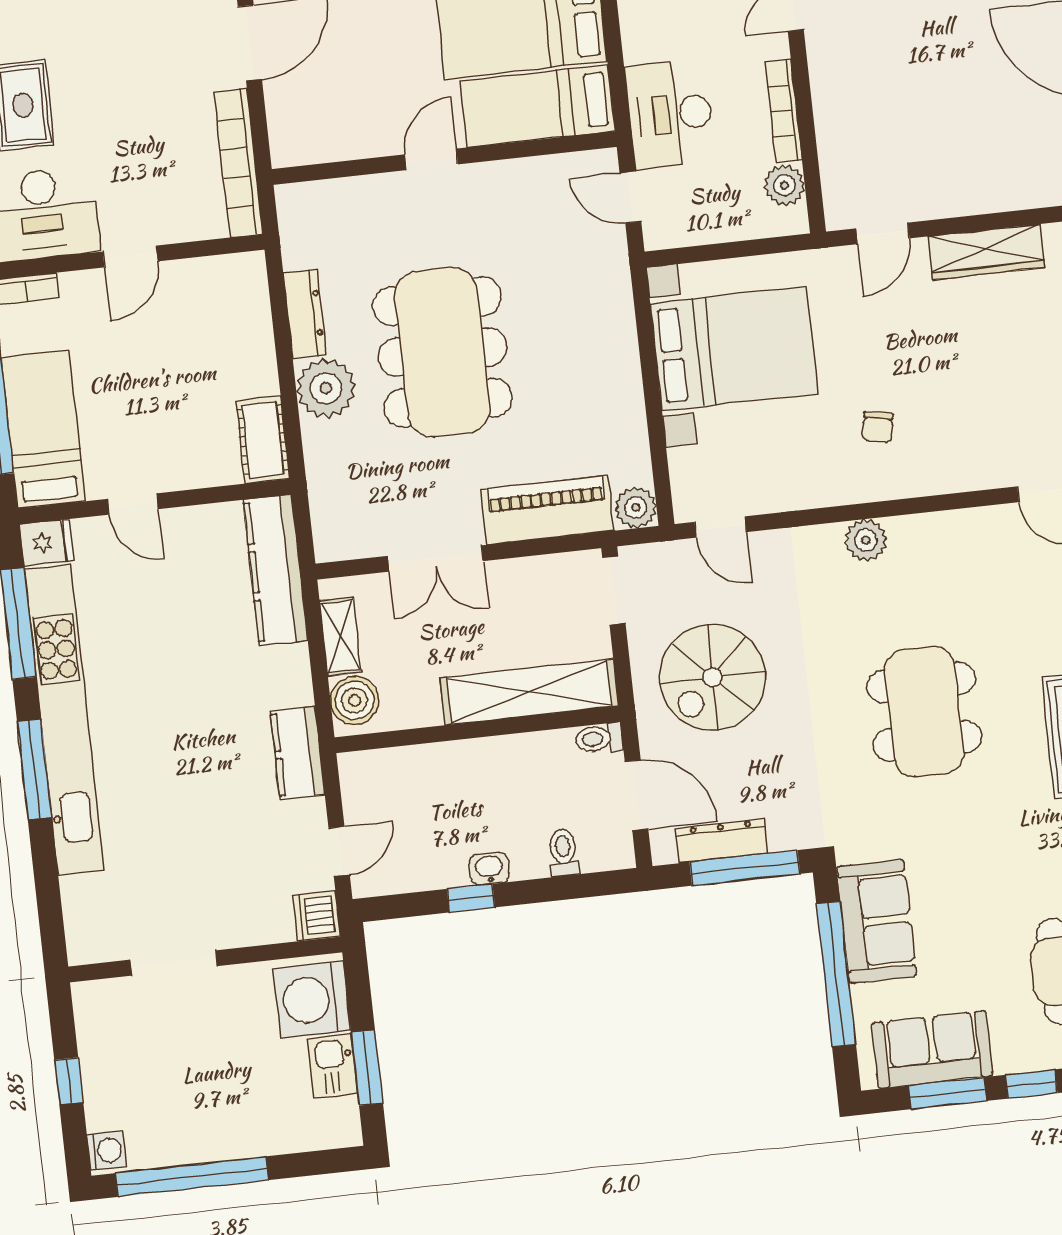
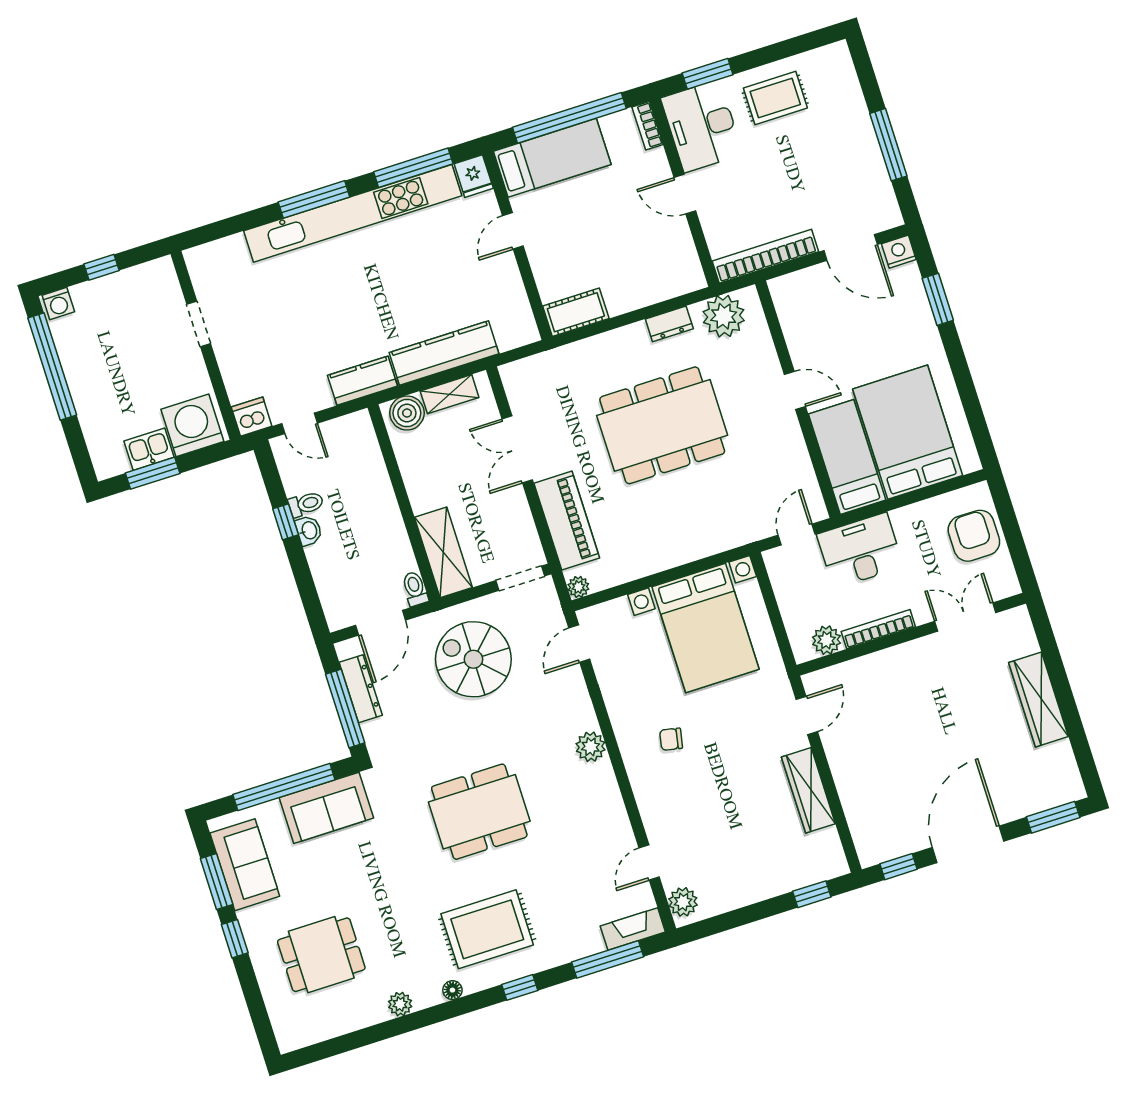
door: (883, 233) -> (807, 715), swing flipped
dresser: (305, 314) -> (669, 324), width x0.70
plant: (326, 388) -> (724, 316), moved
plant: (636, 507) -> (578, 587), width x0.73, depth x0.73
kitchen counter: (275, 570) -> (444, 353), moved
shelving: (529, 692) -> (443, 552), width x0.68
toilet: (563, 853) -> (306, 504), moved
doorway: (174, 963) -> (199, 324), width x0.73

